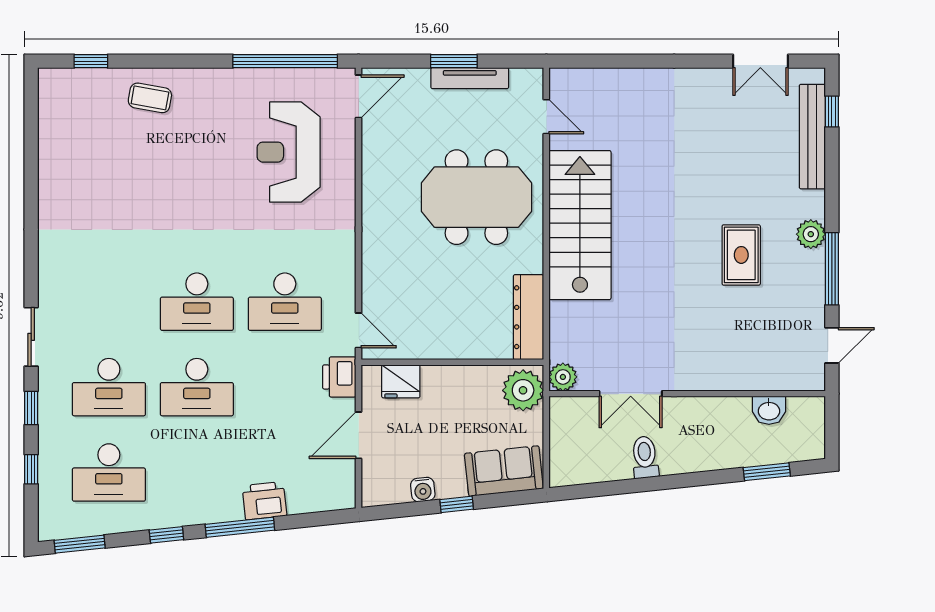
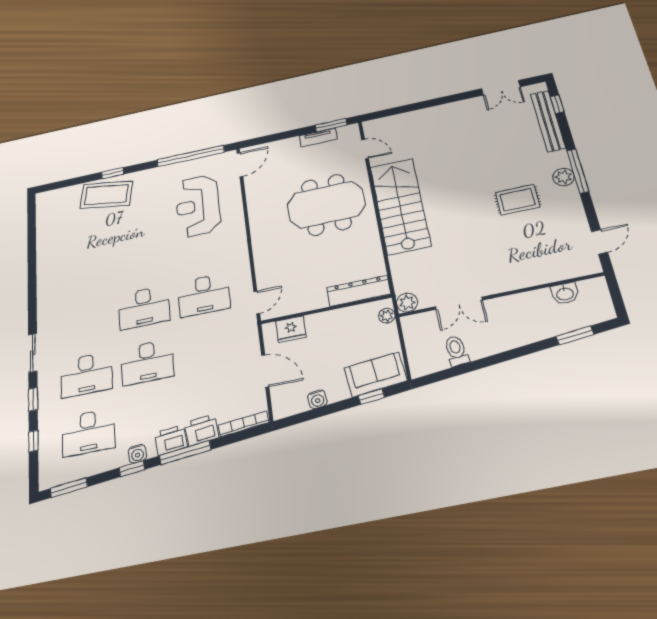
window: (91, 61) -> (113, 173), moved
window: (454, 61) -> (331, 125), moved
tv unit: (470, 78) -> (318, 137), width x0.71
coffee table: (150, 98) -> (106, 195), width x1.86, depth x1.72
rug: (741, 255) -> (518, 200), turned 90
window: (832, 269) -> (578, 171), moved
dresser: (529, 317) -> (359, 291), moved, turned 90
door: (359, 330) -> (257, 302), hinge flipped
printer: (339, 377) -> (171, 440), moved, turned 84
plant: (523, 390) -> (387, 316), width x0.53, depth x0.53
door: (359, 435) -> (265, 371), swing flipped
toilet: (645, 457) -> (456, 351), moved
bookcase: (321, 503) -> (244, 424), added
window: (457, 504) -> (371, 397), moved
water cooler: (175, 516) -> (137, 454), added

